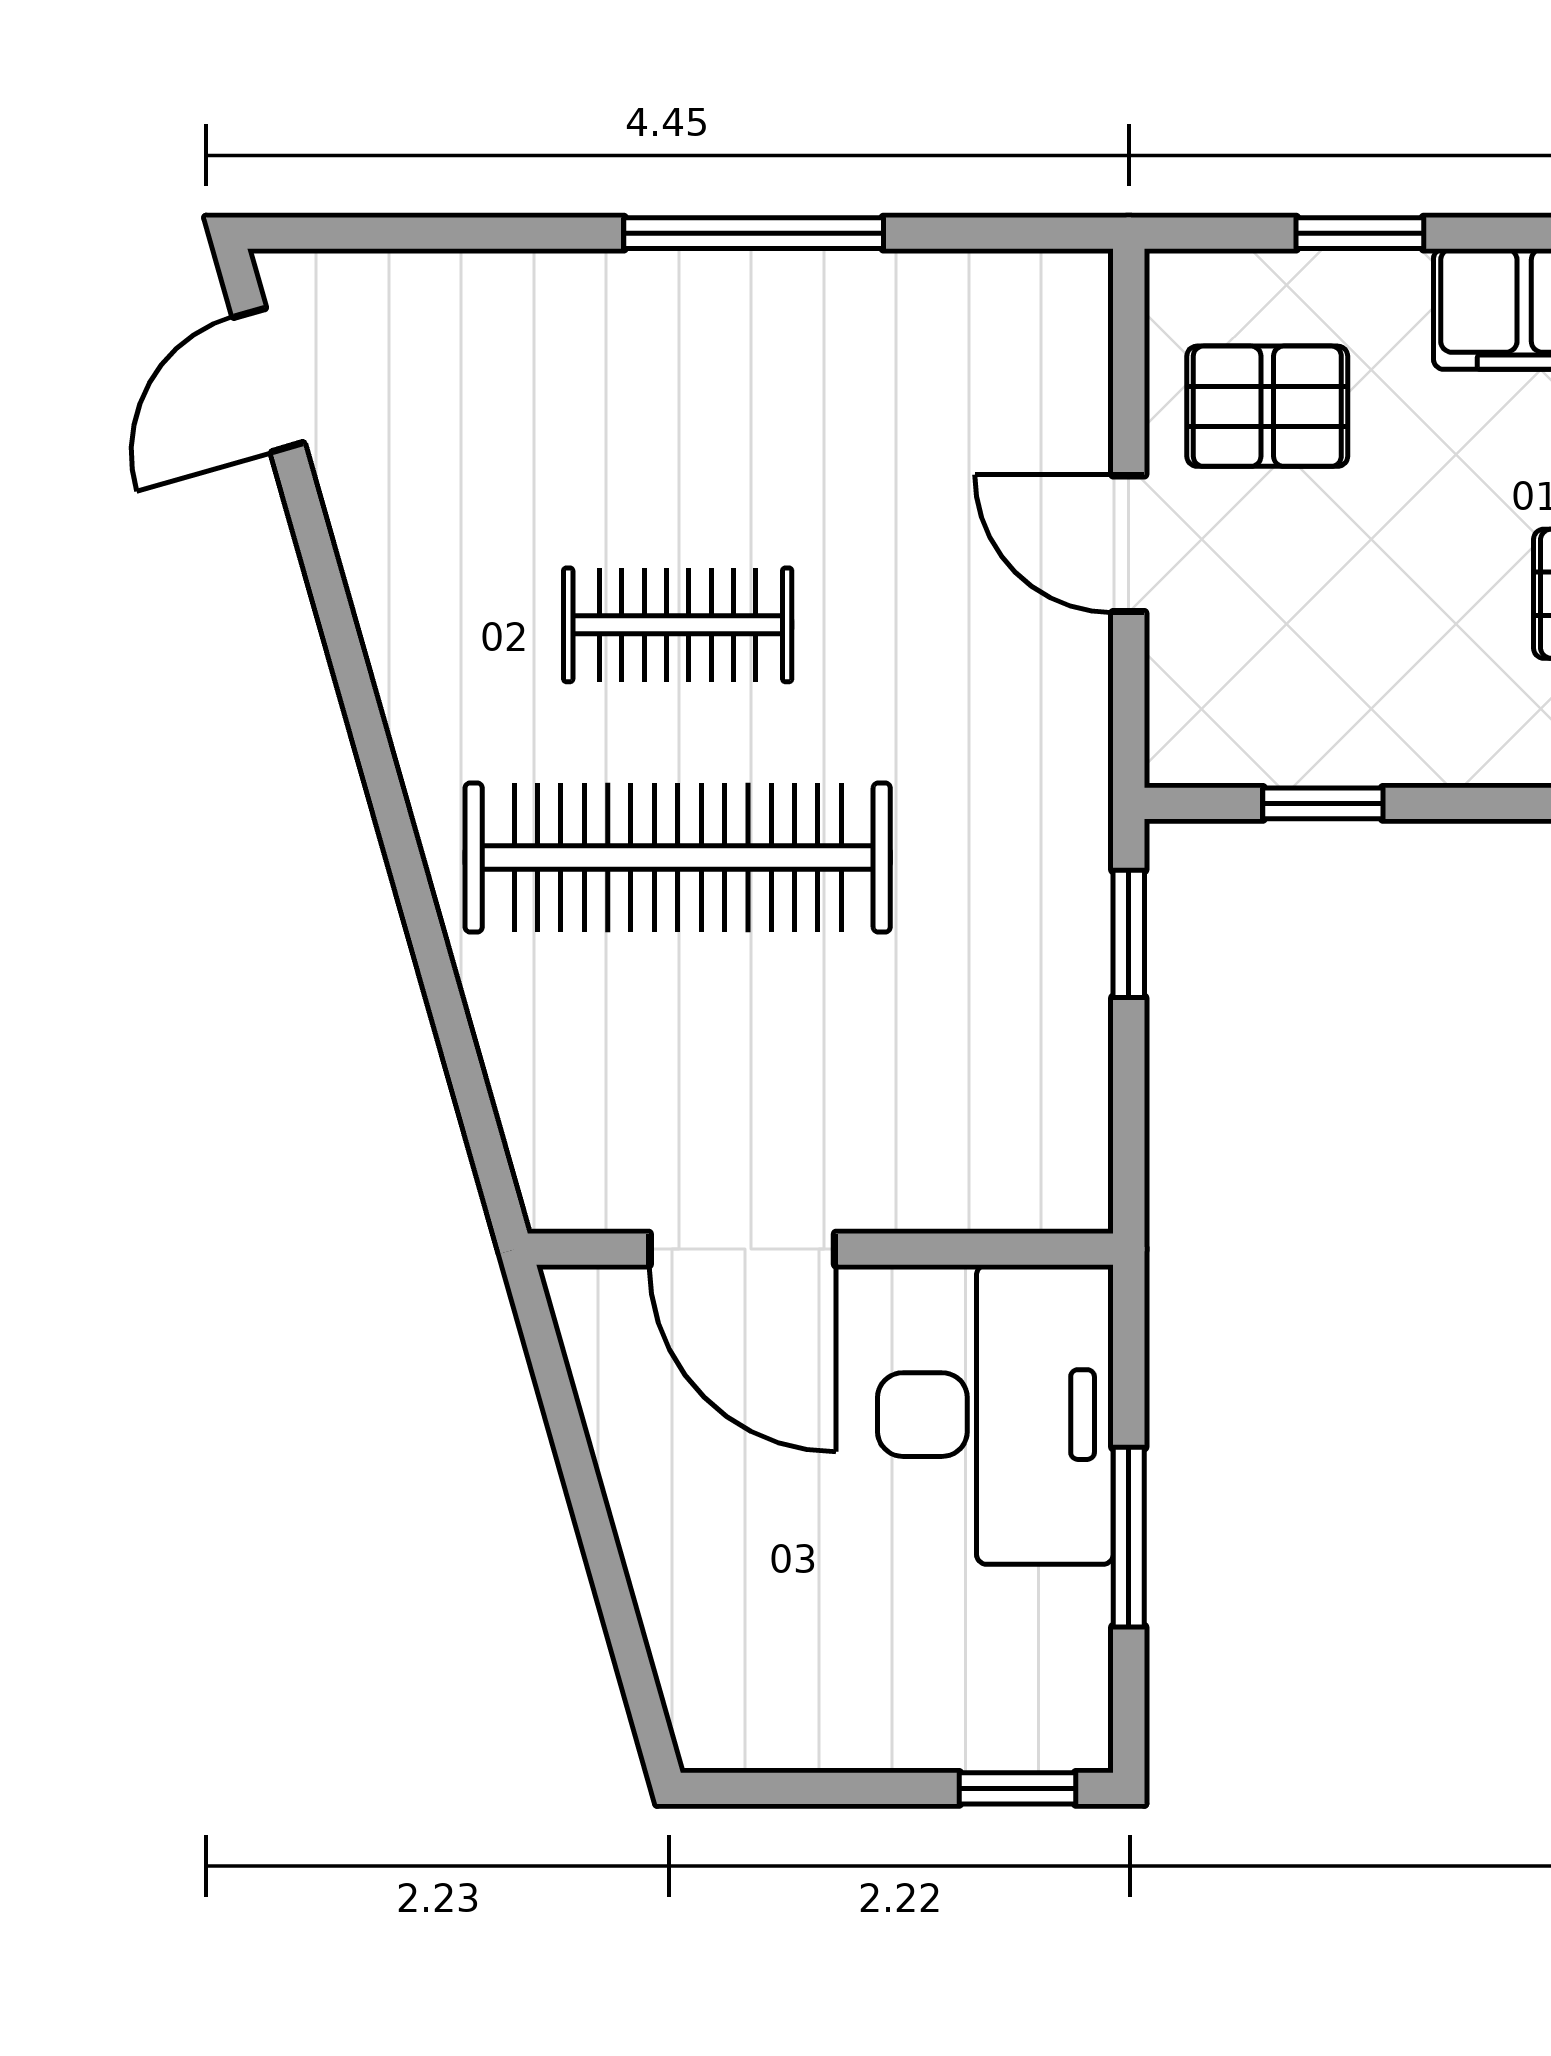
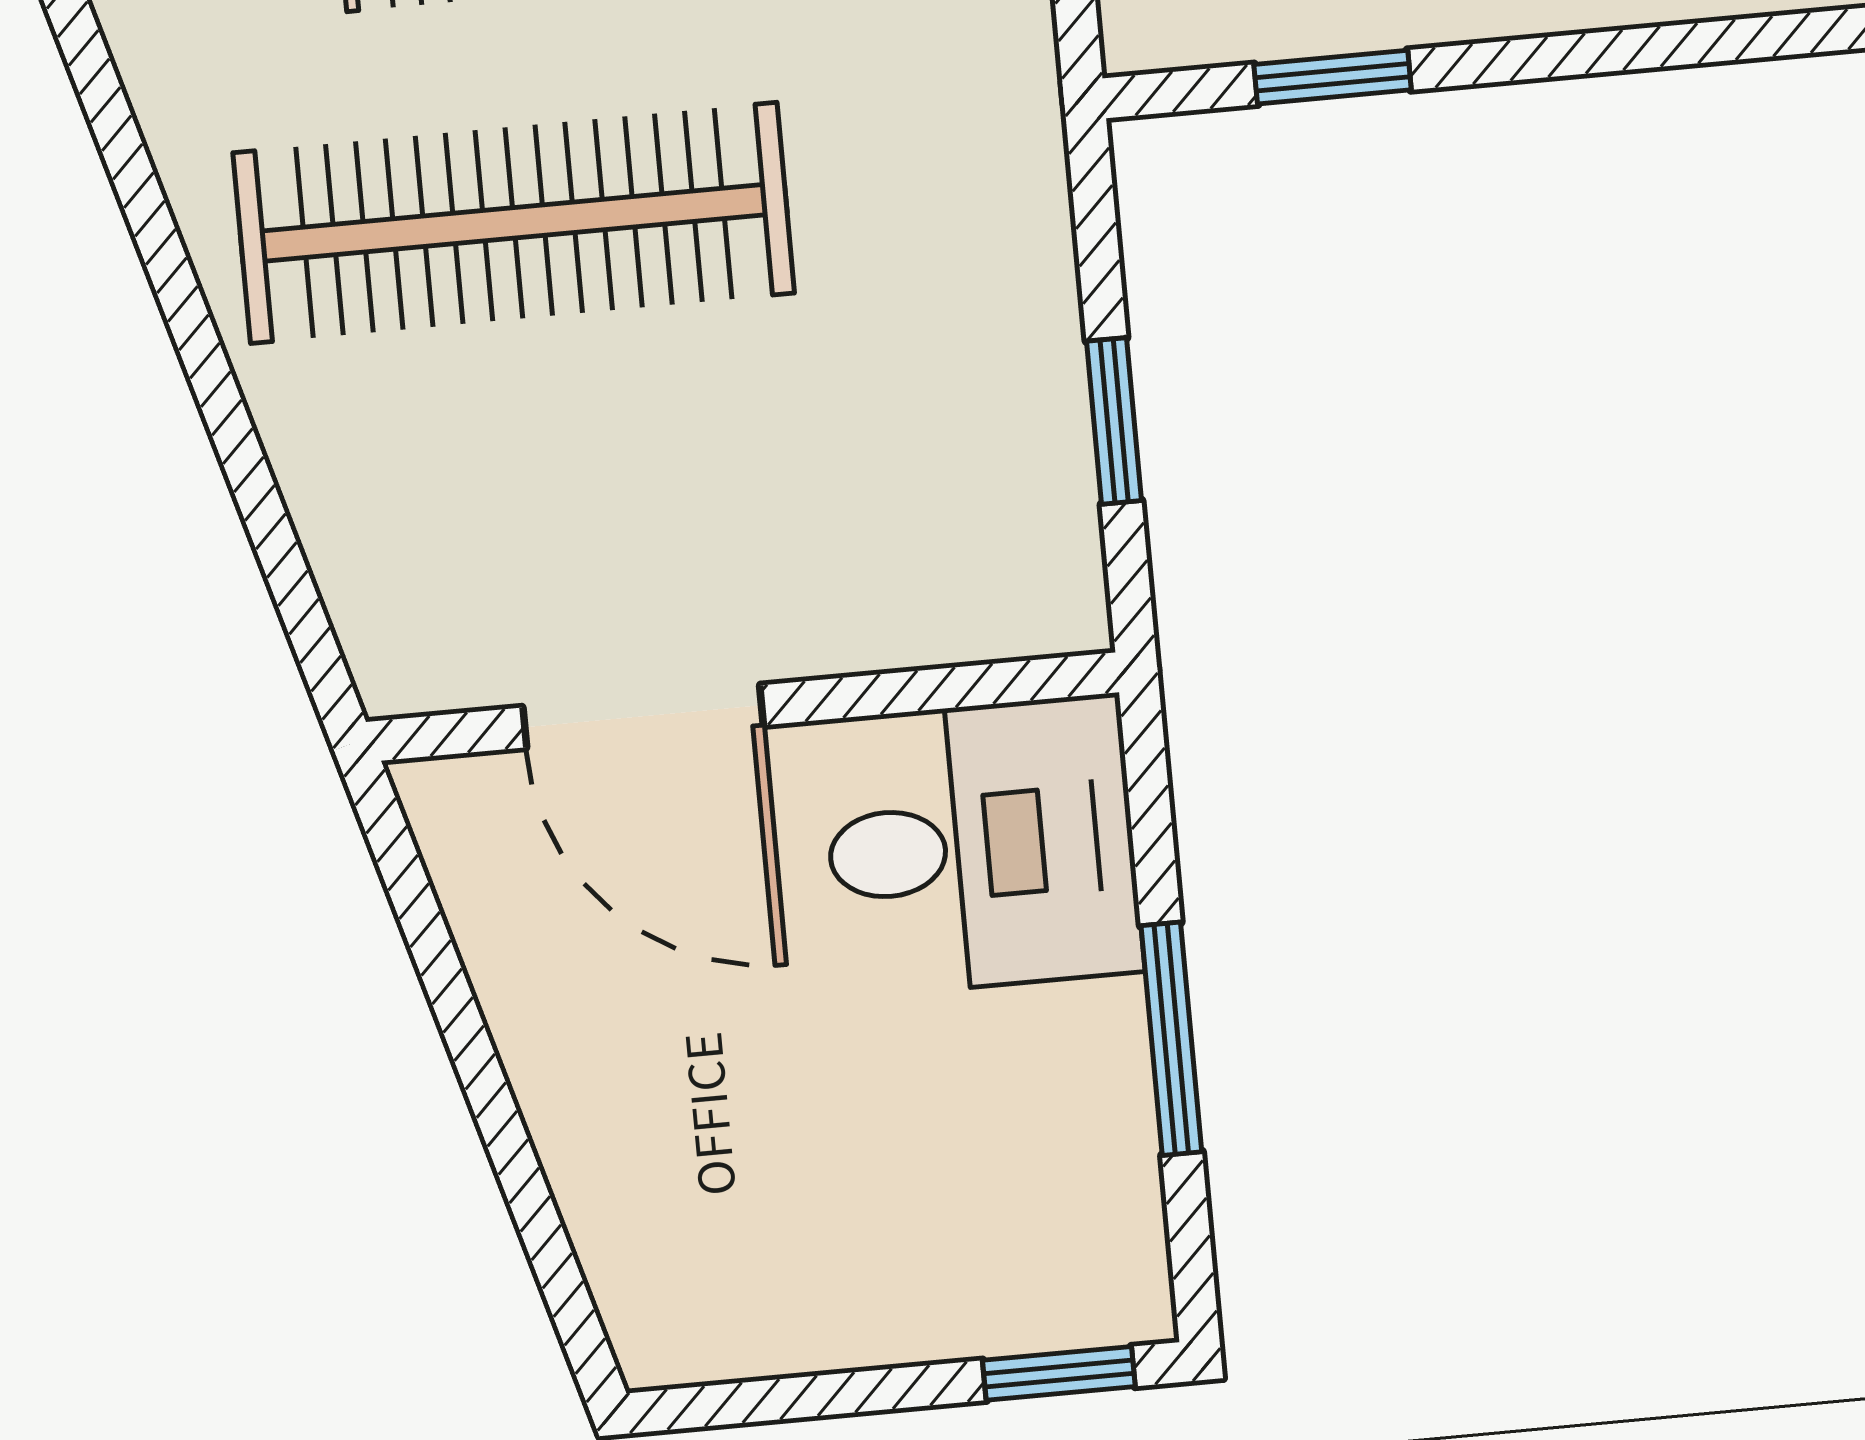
window: (1129, 934) -> (1114, 421), moved
desk: (995, 1415) -> (981, 846), width x0.73

